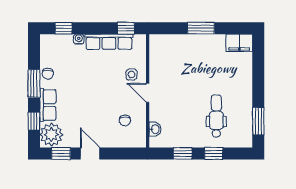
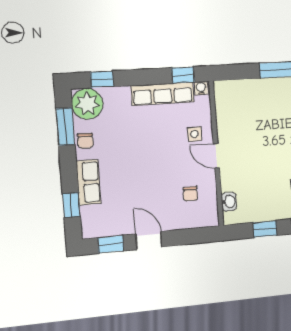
water cooler: (79, 39) -> (201, 88), moved
window: (34, 83) -> (65, 127), moved
plant: (51, 135) -> (87, 104), moved

